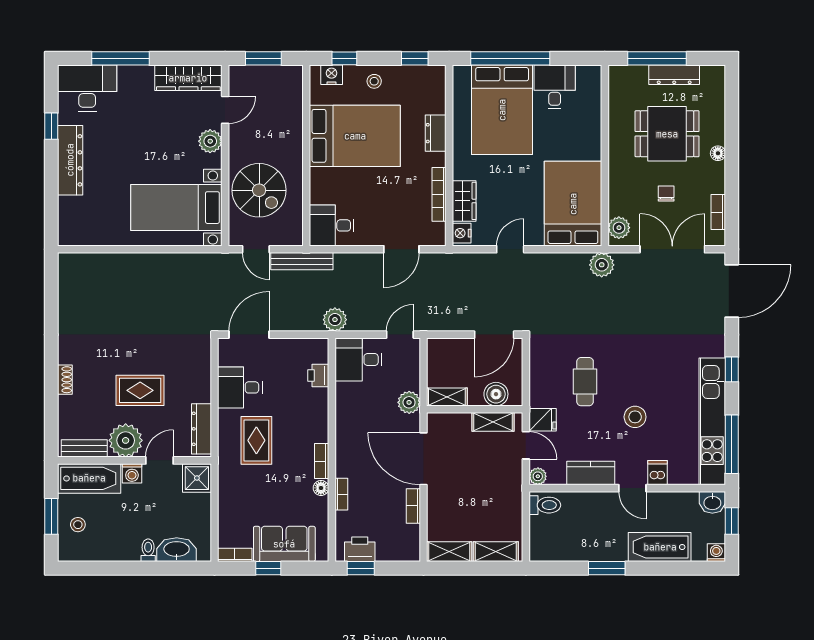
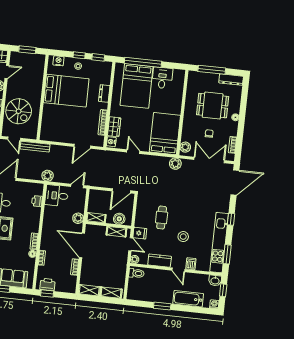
window: (344, 58) -> (79, 55), moved
dresser: (674, 75) -> (231, 80), moved
desk: (332, 225) -> (51, 131), removed
door: (510, 249) -> (133, 152), hinge flipped
window: (732, 444) -> (227, 254), width x0.69

